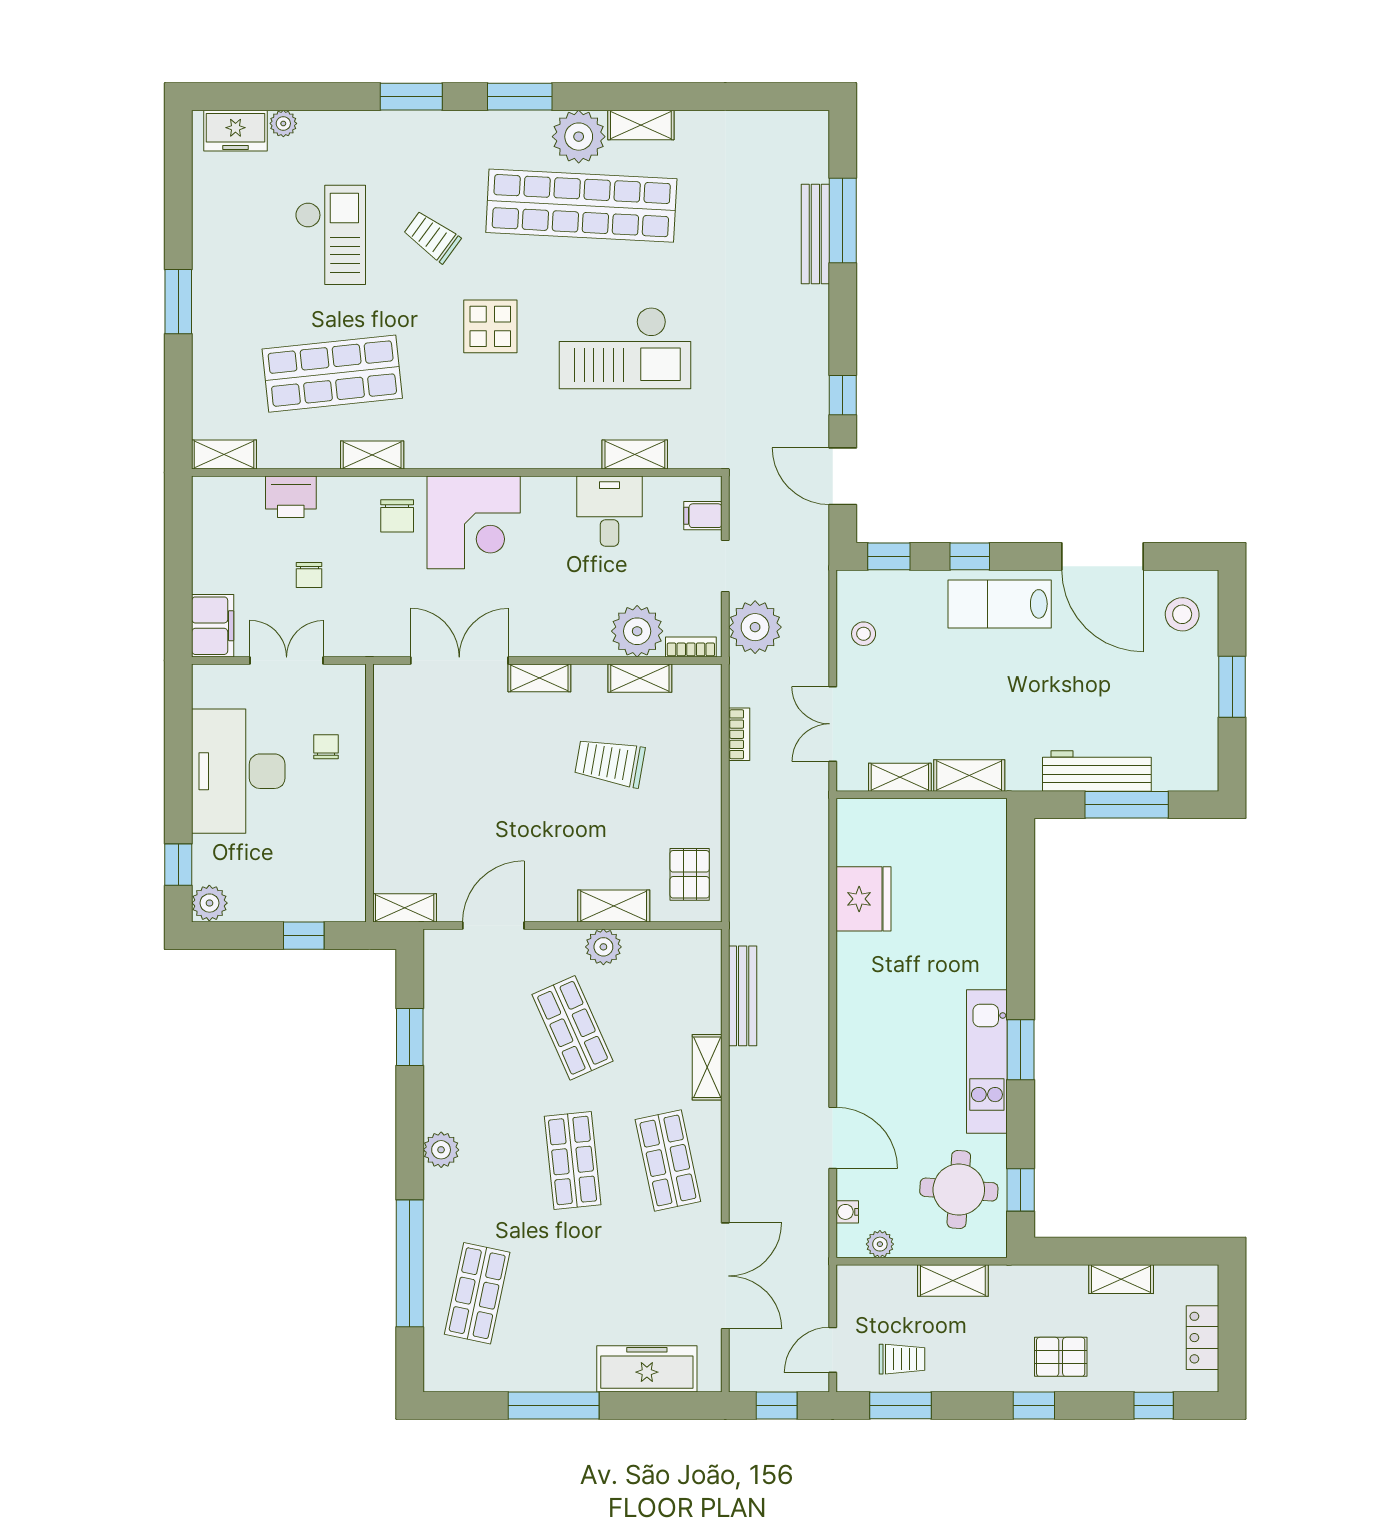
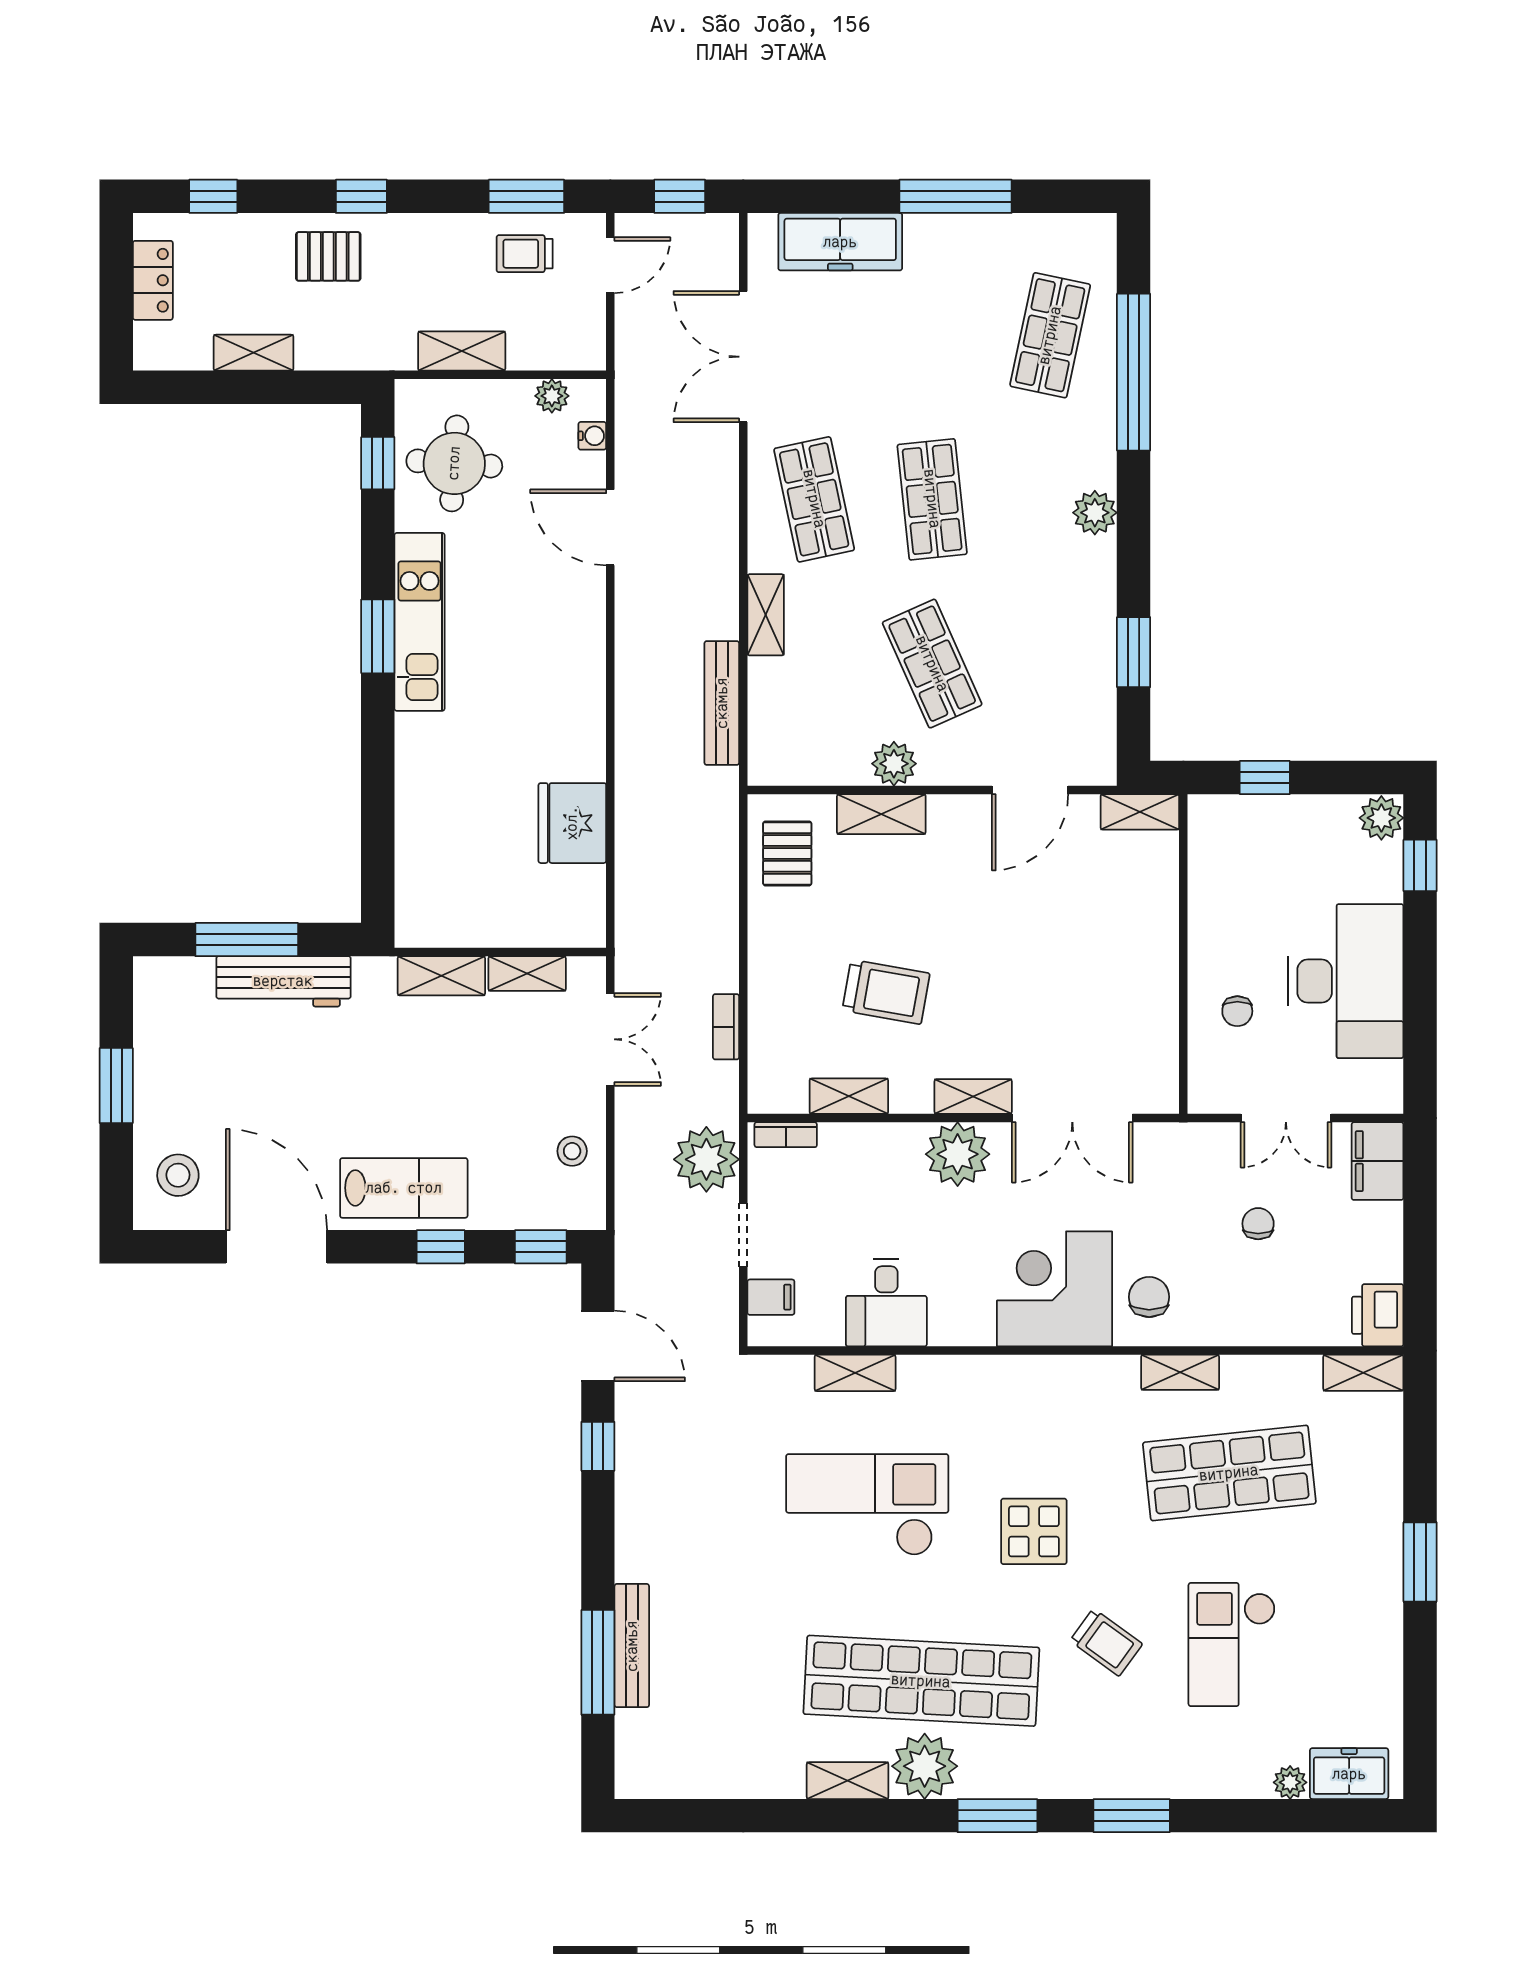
printer: (291, 497) -> (1378, 1315), moved, turned -90
plant: (637, 631) -> (958, 1154), moved

